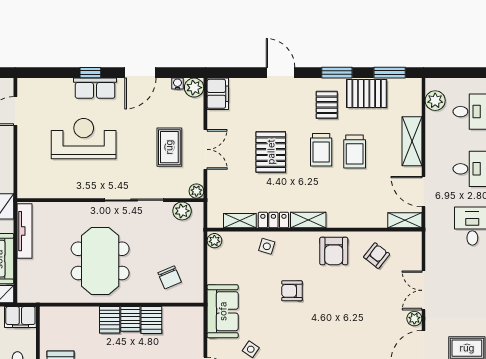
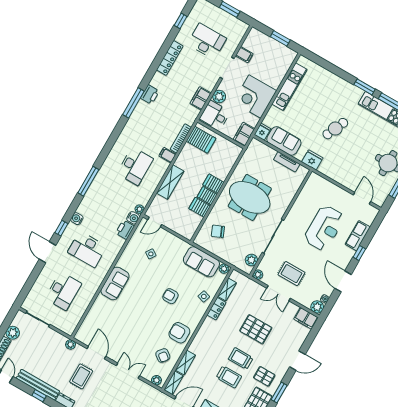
row of seats: (95, 88) -> (358, 236), moved
trolley: (355, 152) -> (229, 377), turned 180
shelving: (308, 220) -> (186, 363), moved
tv unit: (24, 231) -> (287, 162), width x0.71
armchair: (292, 291) -> (170, 296), turned -90
sofa: (223, 311) -> (201, 262), moved
plant: (414, 319) -> (156, 380), moved

